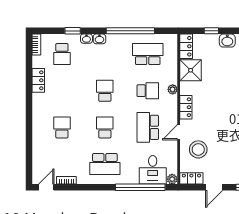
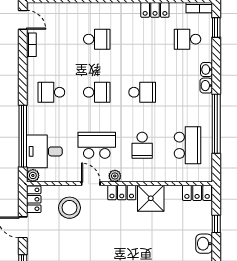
window: (73, 31) -> (216, 27), moved
shower: (191, 70) -> (151, 198), moved
plant: (173, 89) -> (115, 176), moved
school desk: (105, 164) -> (51, 92), width x0.54

